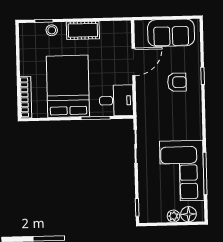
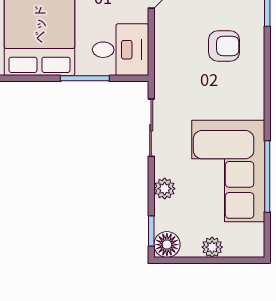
armchair: (177, 82) -> (224, 46), moved
plant: (144, 182) -> (165, 189), added
floor lamp: (189, 214) -> (167, 245), moved

